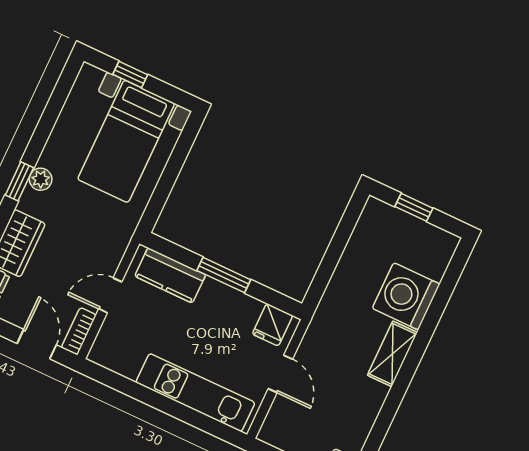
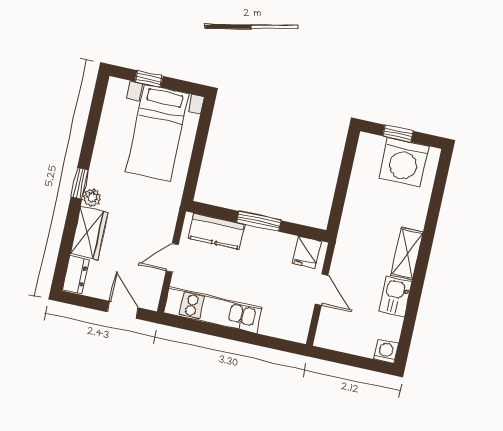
plant: (41, 179) -> (92, 198), moved
washing machine: (406, 296) -> (404, 162), moved, turned -90
bookcase: (79, 331) -> (154, 292), removed
kitchen unit: (195, 393) -> (213, 310), moved
kitchen sink: (367, 402) -> (395, 297), added

